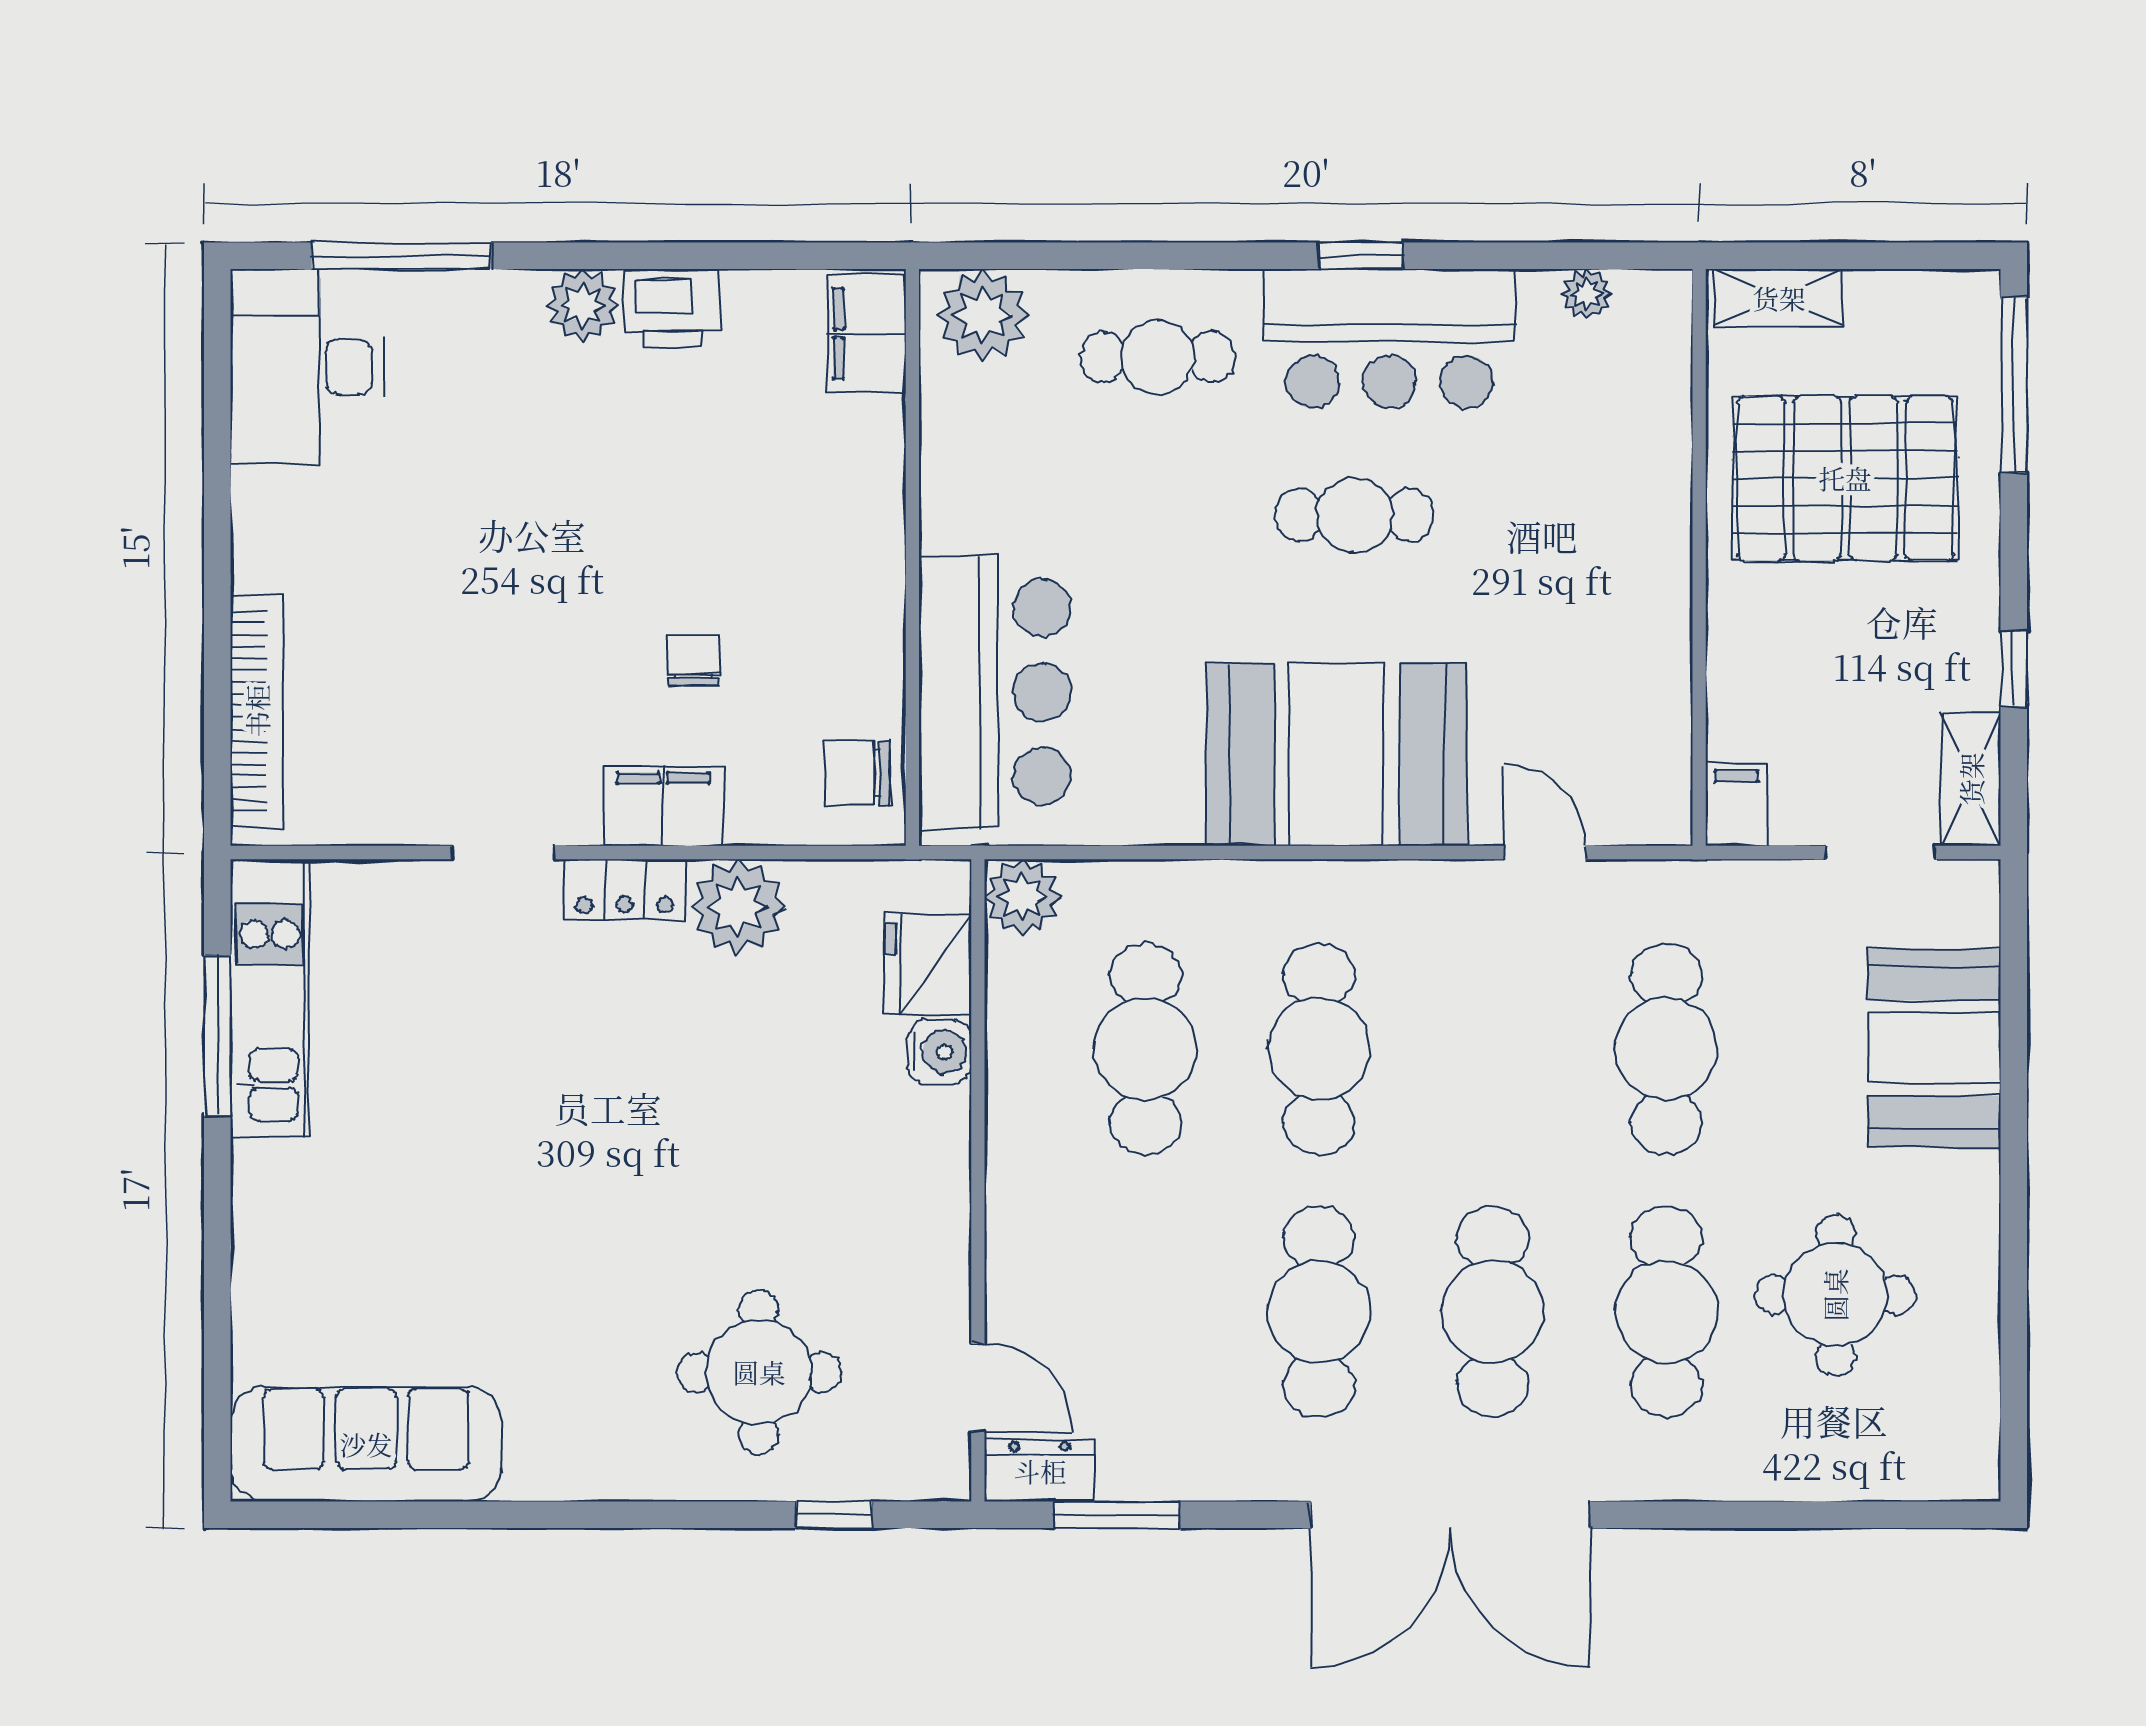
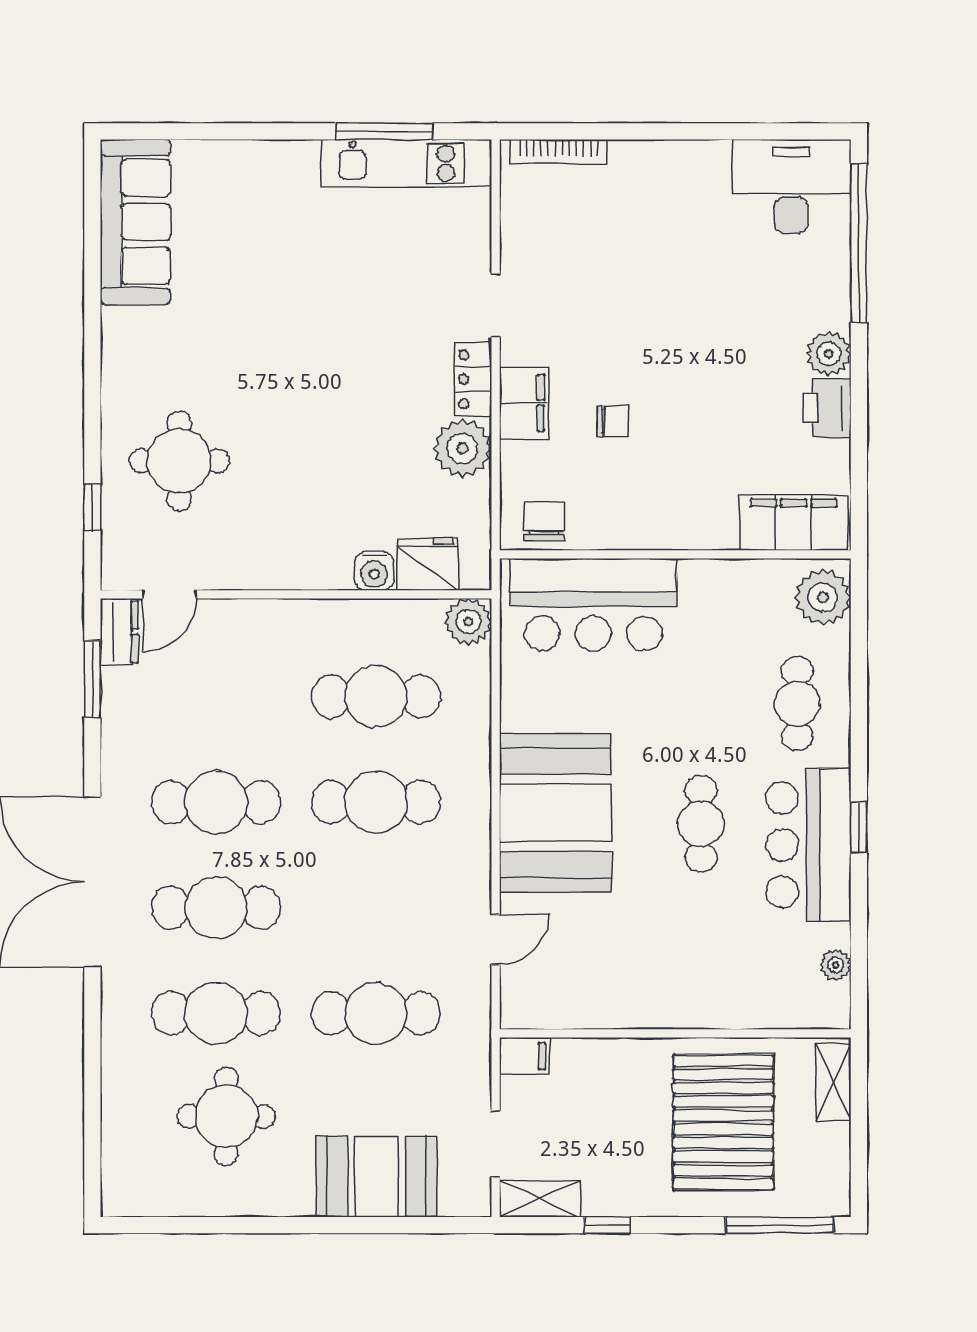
window: (401, 256) -> (859, 243), width x1.46
filing cabinet: (866, 333) -> (794, 522), width x1.50, depth x1.17
bookcase: (257, 711) -> (559, 152), width x0.68, depth x0.76

